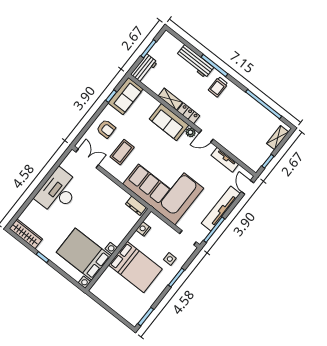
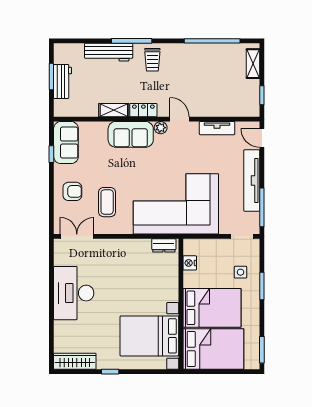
workbench: (144, 68) -> (63, 81), moved
door: (206, 136) -> (179, 119), swing flipped
bed: (116, 293) -> (213, 349), added

